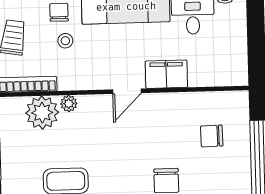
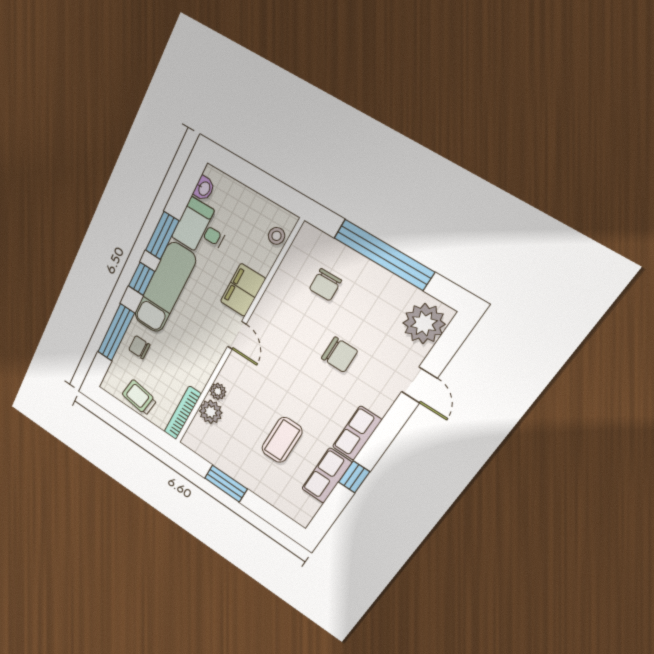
stool: (65, 41) -> (276, 236), moved
plant: (42, 113) -> (211, 412), width x0.73, depth x0.73

